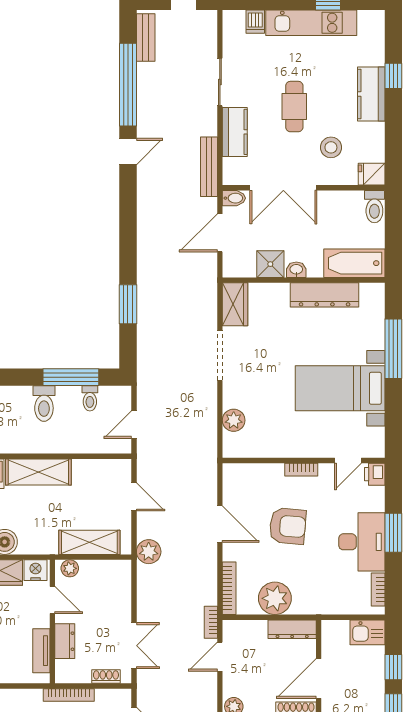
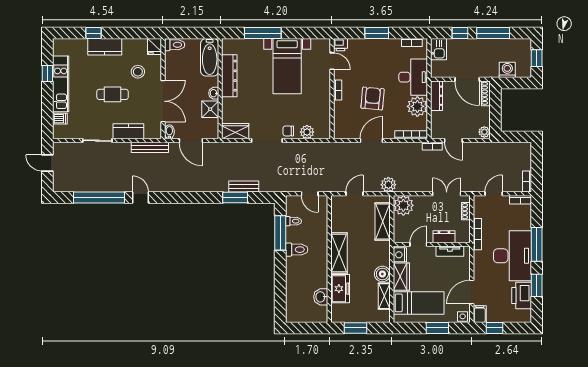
bench: (146, 37) -> (244, 187), moved
chair: (235, 390) -> (288, 131), added
desk: (362, 542) -> (413, 77), moved, turned 90
plant: (70, 568) -> (403, 205), moved, width x1.88, depth x1.88

